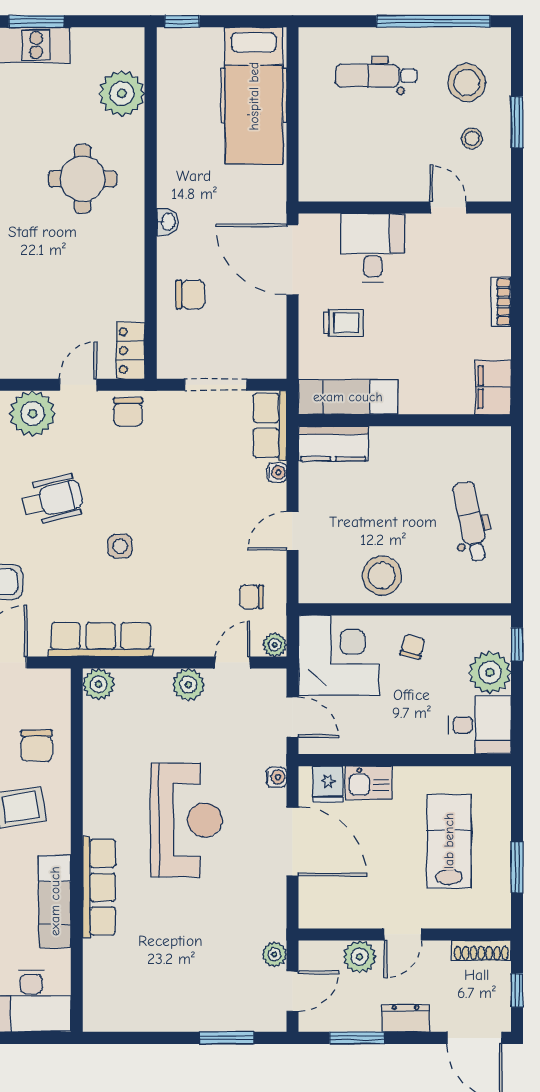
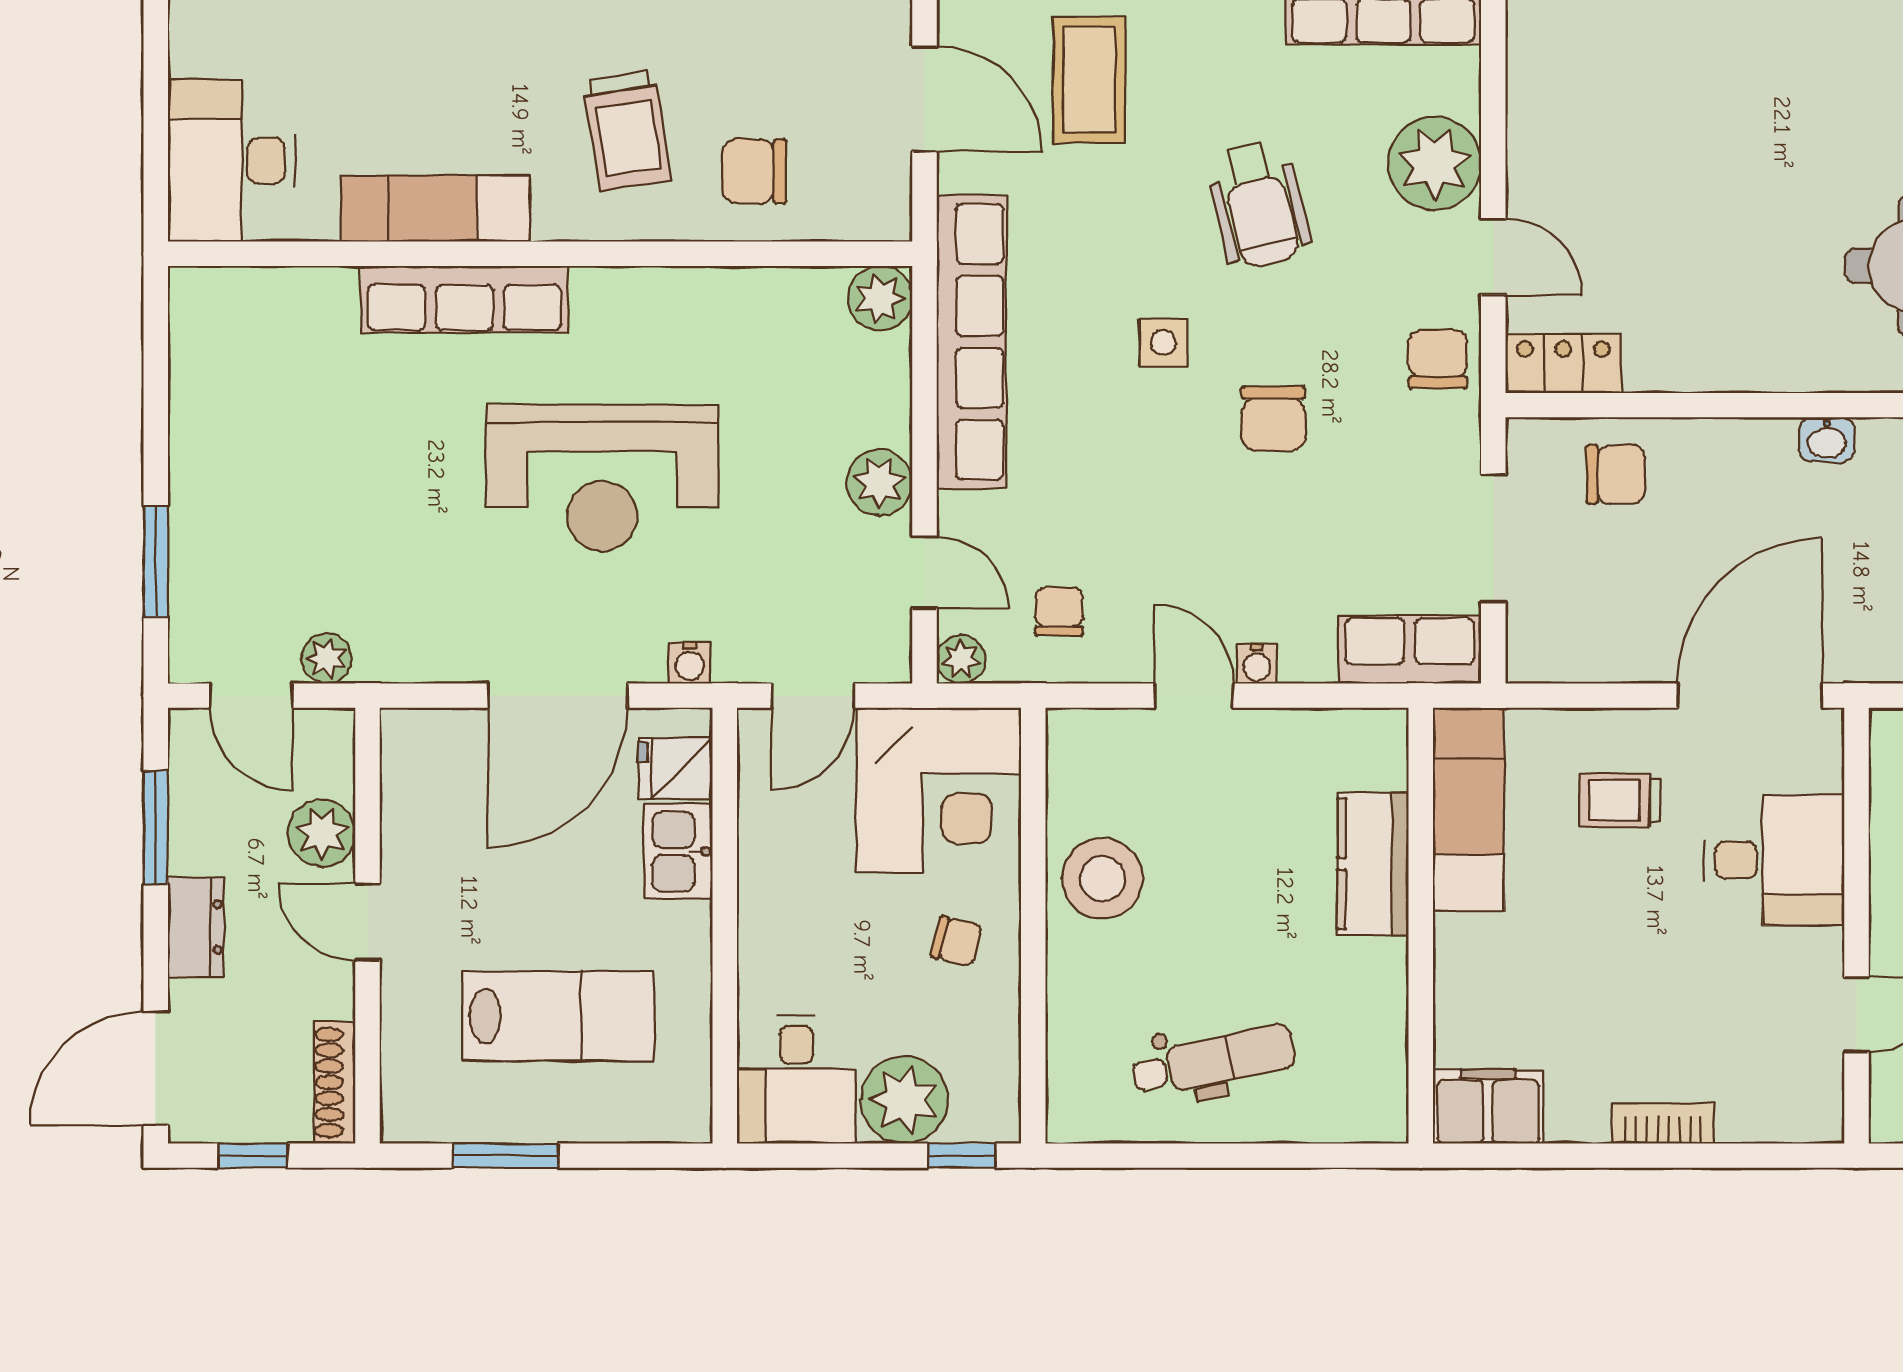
chair: (190, 295) -> (1616, 474), moved, turned -90
trolley: (344, 323) -> (1620, 800), turned 90
chair: (128, 412) -> (1438, 359), turned 90
kitchen counter: (333, 444) -> (1373, 864), moved
water cooler: (277, 472) -> (1257, 664), moved
chair: (157, 492) -> (1273, 418), added
row of seats: (101, 640) -> (971, 342), width x1.36

